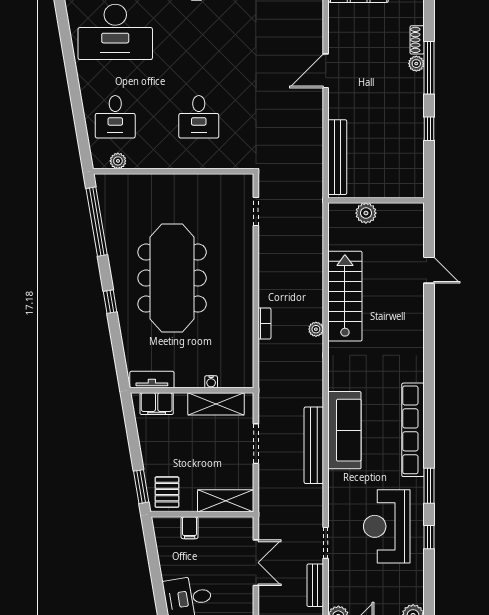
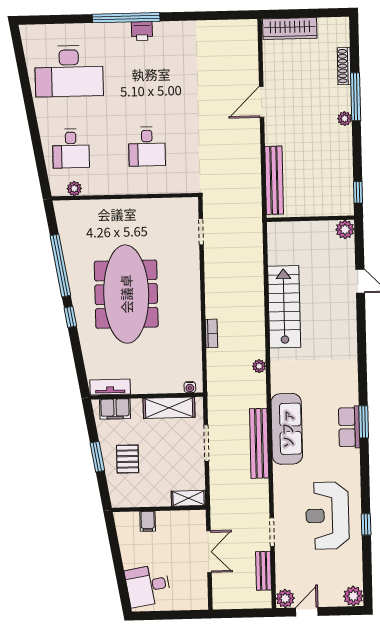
shoe rack: (417, 40) -> (344, 66), width x1.43
plant: (416, 64) -> (345, 119), moved
window: (429, 129) -> (358, 192), moved
plant: (366, 213) -> (345, 229), moved
window: (97, 222) -> (60, 266), moved
plant: (316, 329) -> (259, 366), moved
water cooler: (211, 382) -> (190, 387), moved
row of seats: (413, 430) -> (349, 427), width x0.50
window: (429, 486) -> (364, 422), moved
window: (141, 487) -> (97, 457), moved
pallet: (167, 492) -> (128, 459), moved
shelving: (226, 501) -> (189, 498), width x0.67, depth x0.75

